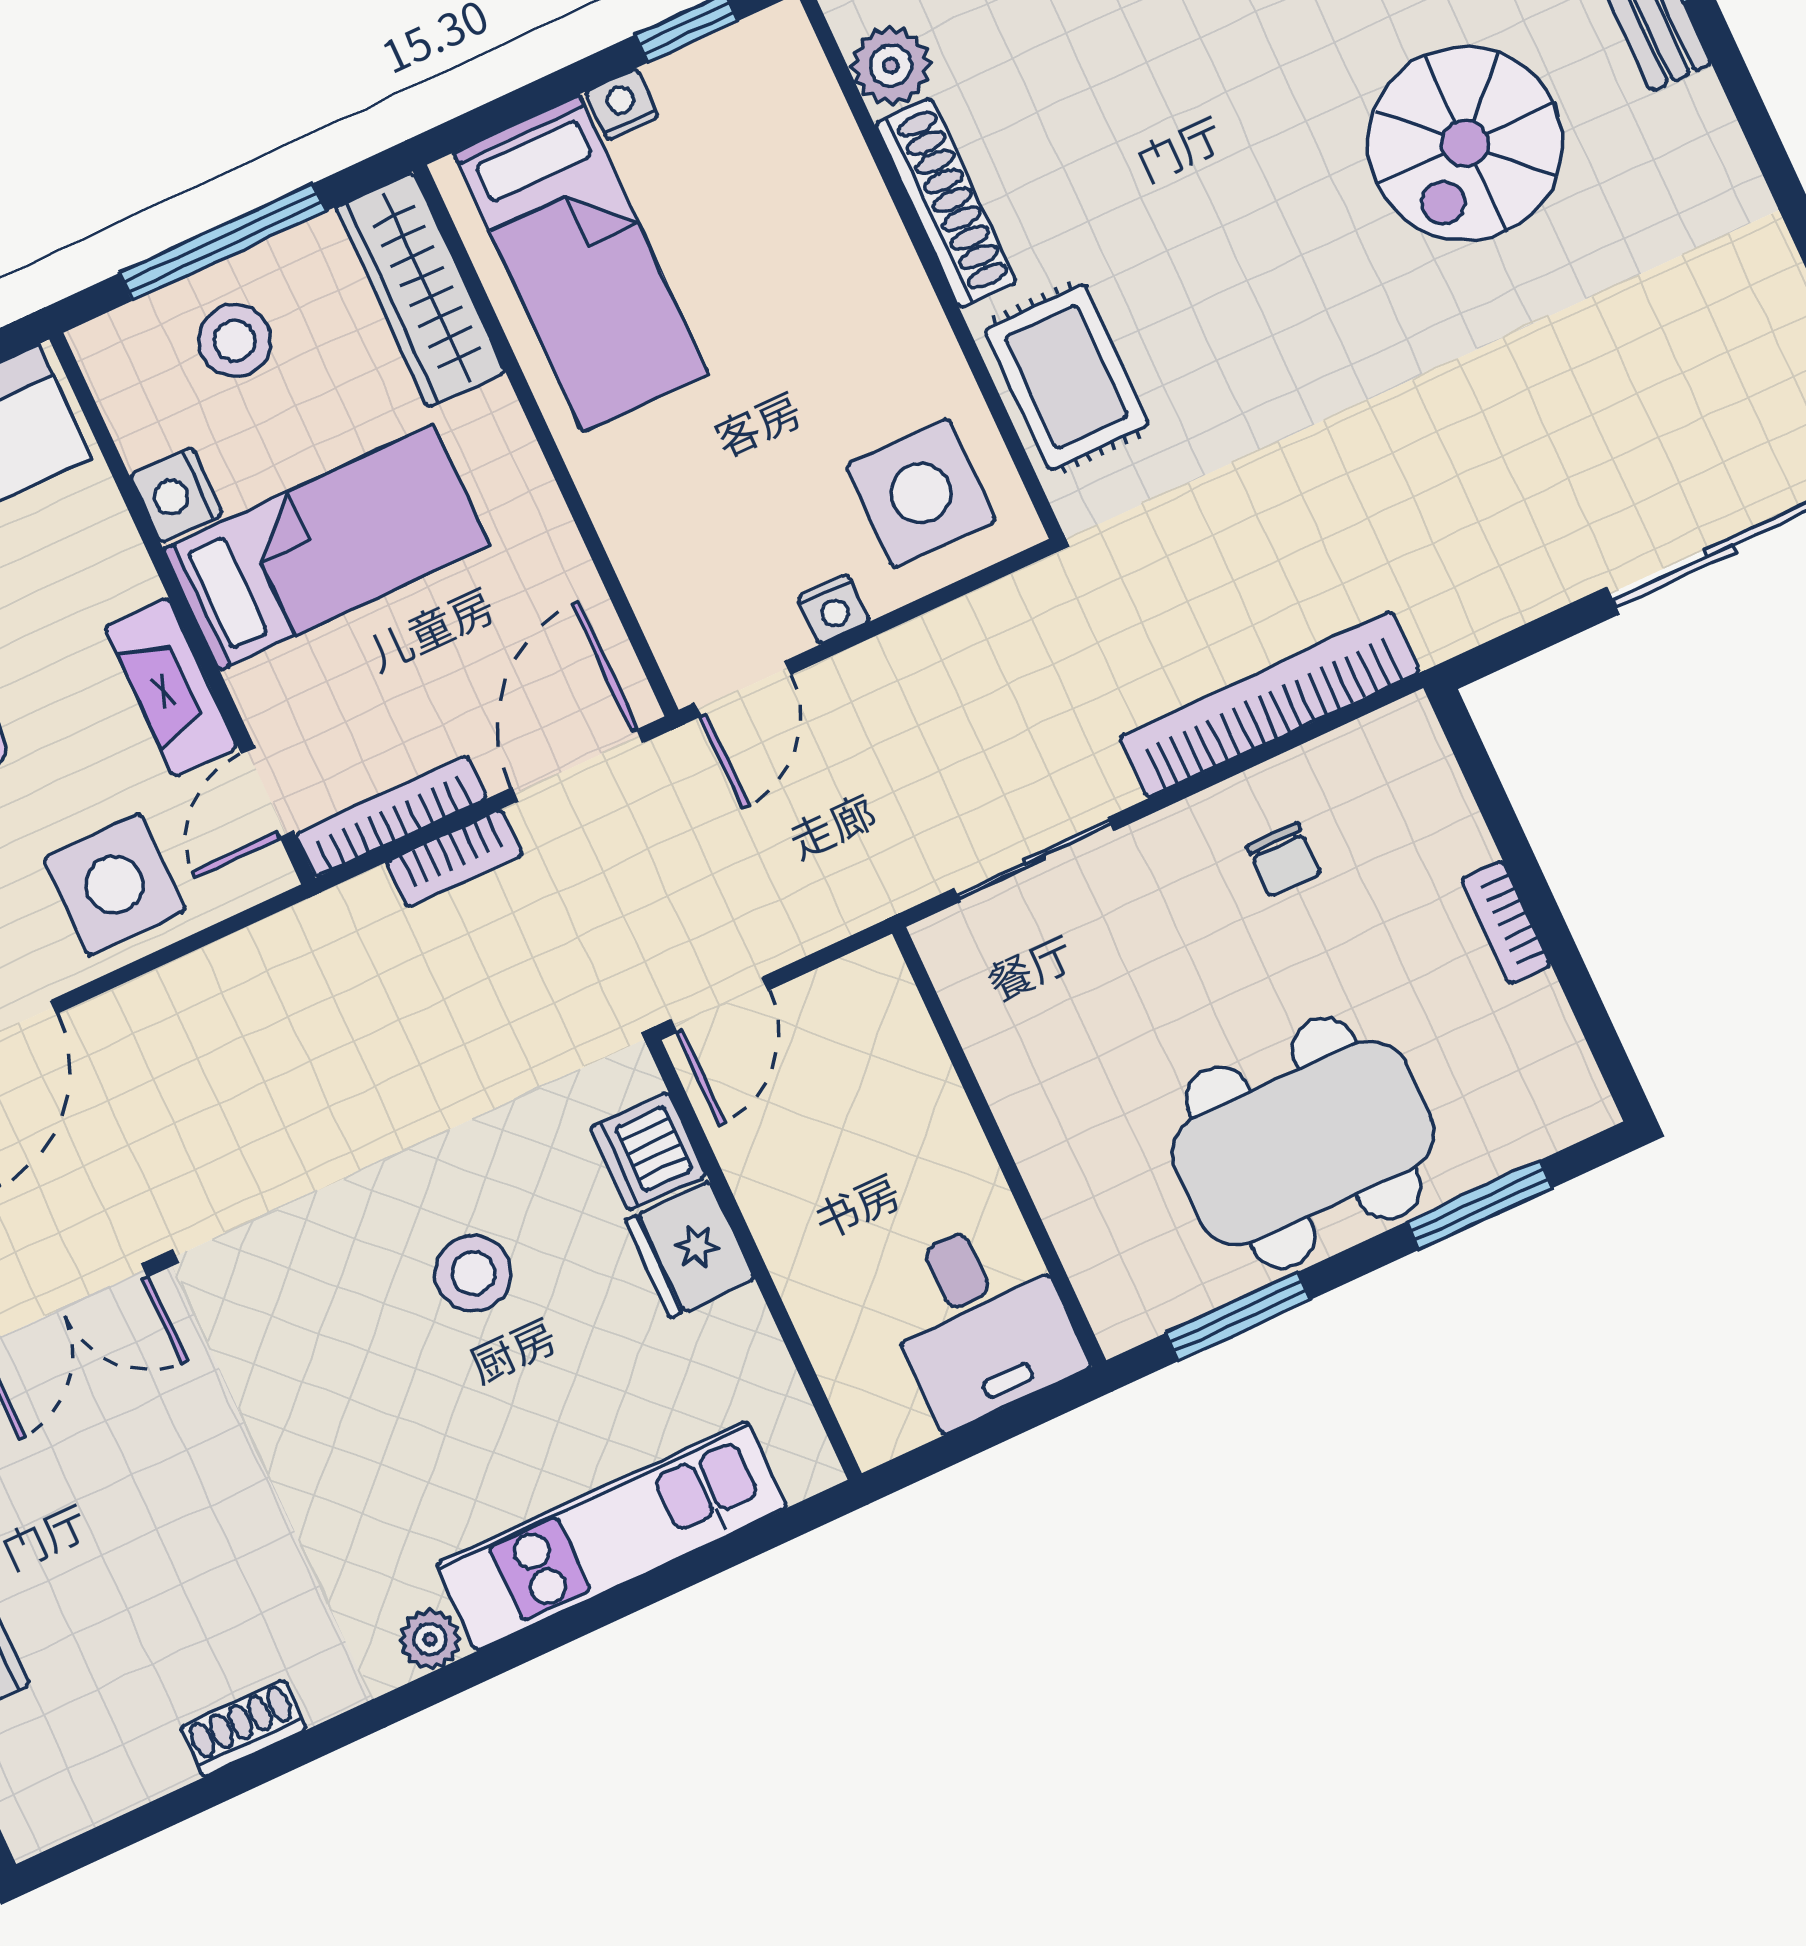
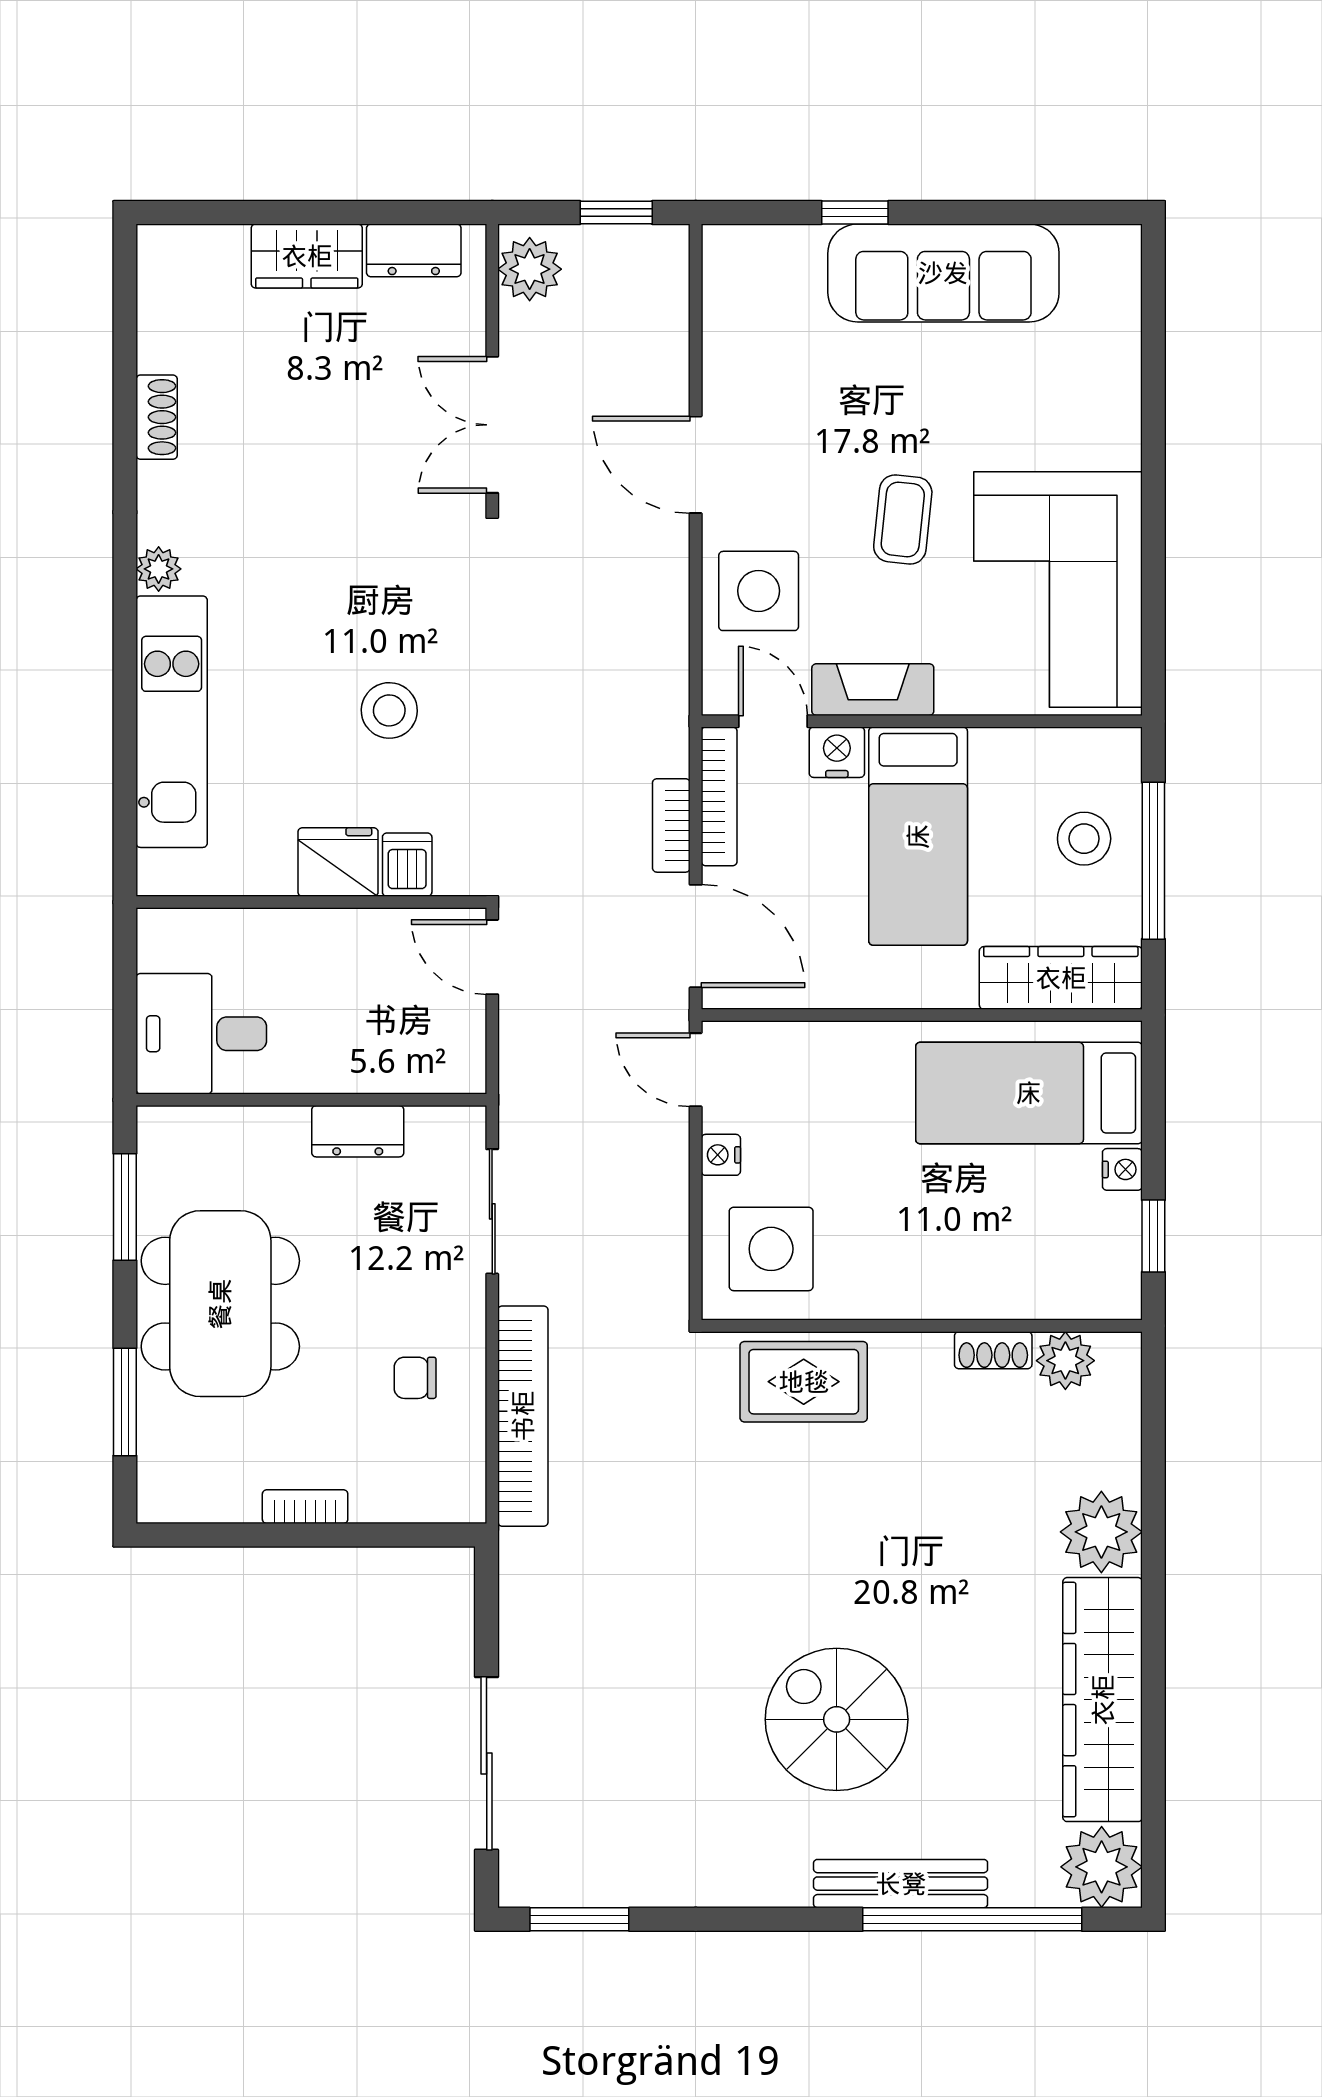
shoe rack: (946, 203) -> (993, 1350), width x0.51, depth x0.81
nightstand: (176, 495) -> (837, 752), moved
dresser: (1012, 1072) -> (358, 1131), added
dishwasher: (648, 1151) -> (407, 865), width x0.73

